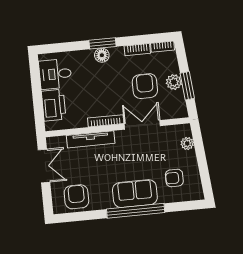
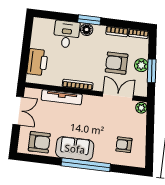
desk: (55, 74) -> (66, 34), moved, turned 90
armchair: (145, 86) -> (117, 63), turned -90
double door: (142, 125) -> (118, 96), moved
plant: (187, 143) -> (141, 108), moved
sofa: (135, 194) -> (75, 149), moved
armchair: (76, 197) -> (39, 142), turned 90

